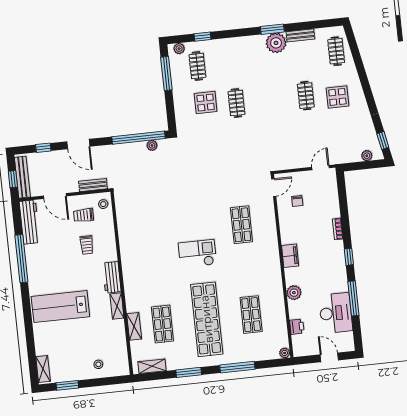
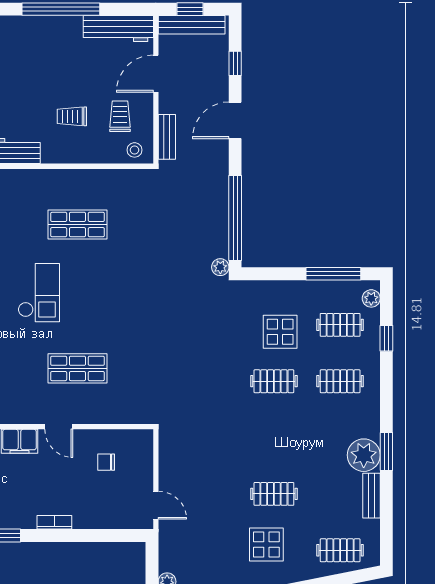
clothes rail: (232, 62) -> (340, 381), added
plant: (152, 145) -> (220, 267), moved
door: (274, 188) -> (59, 427), moved
shop shelf: (153, 234) -> (77, 225), added

